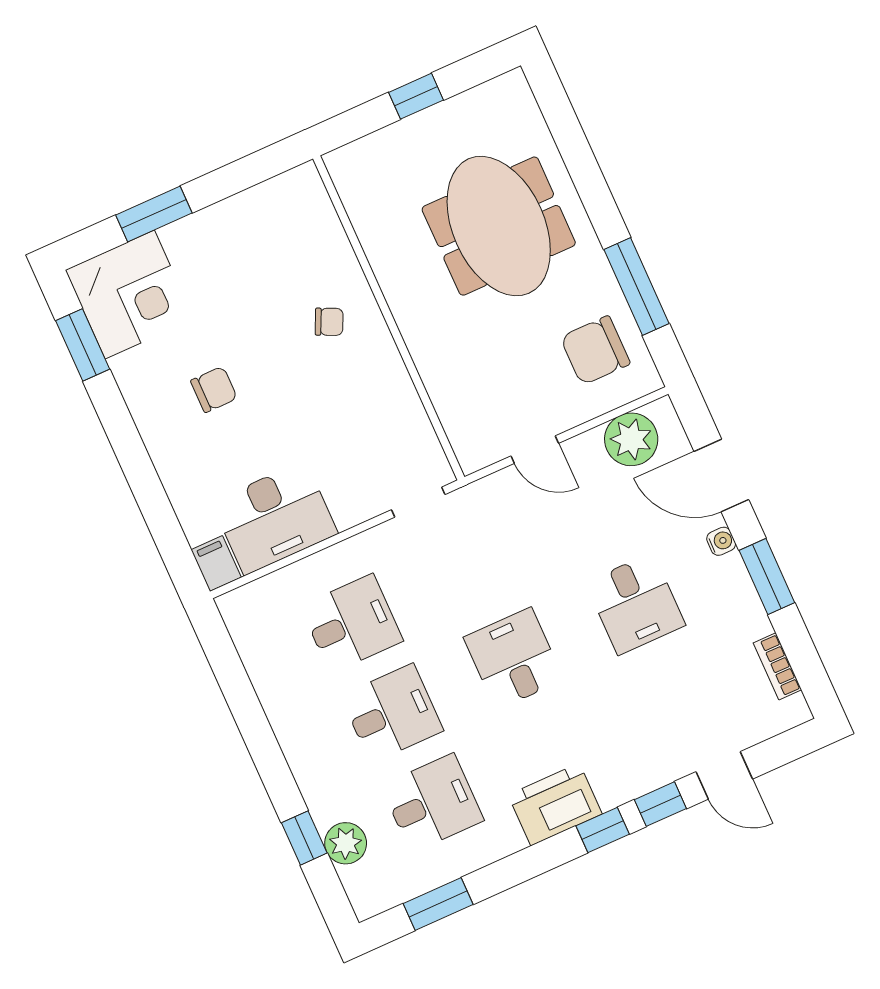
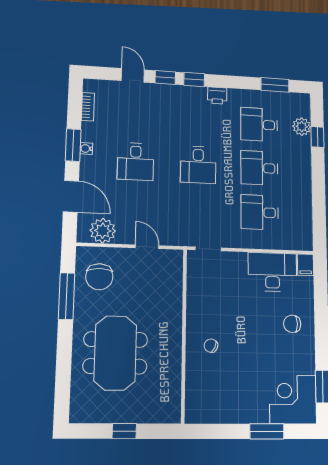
chair: (595, 350) -> (99, 277), turned 90
chair: (214, 389) -> (292, 324), moved
water cooler: (721, 541) -> (86, 149), moved
desk: (635, 604) -> (136, 162), turned 180
printer: (555, 804) -> (217, 96), width x0.53, depth x0.68

